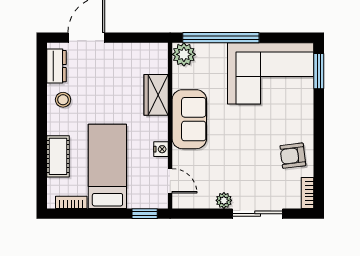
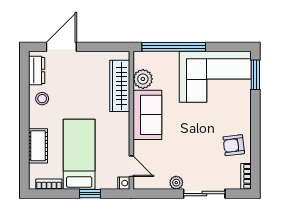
plant: (184, 54) -> (143, 79), moved
wardrobe: (156, 95) -> (120, 86), width x1.50
nightstand: (161, 149) -> (124, 183), moved
window: (145, 214) -> (90, 194), moved

